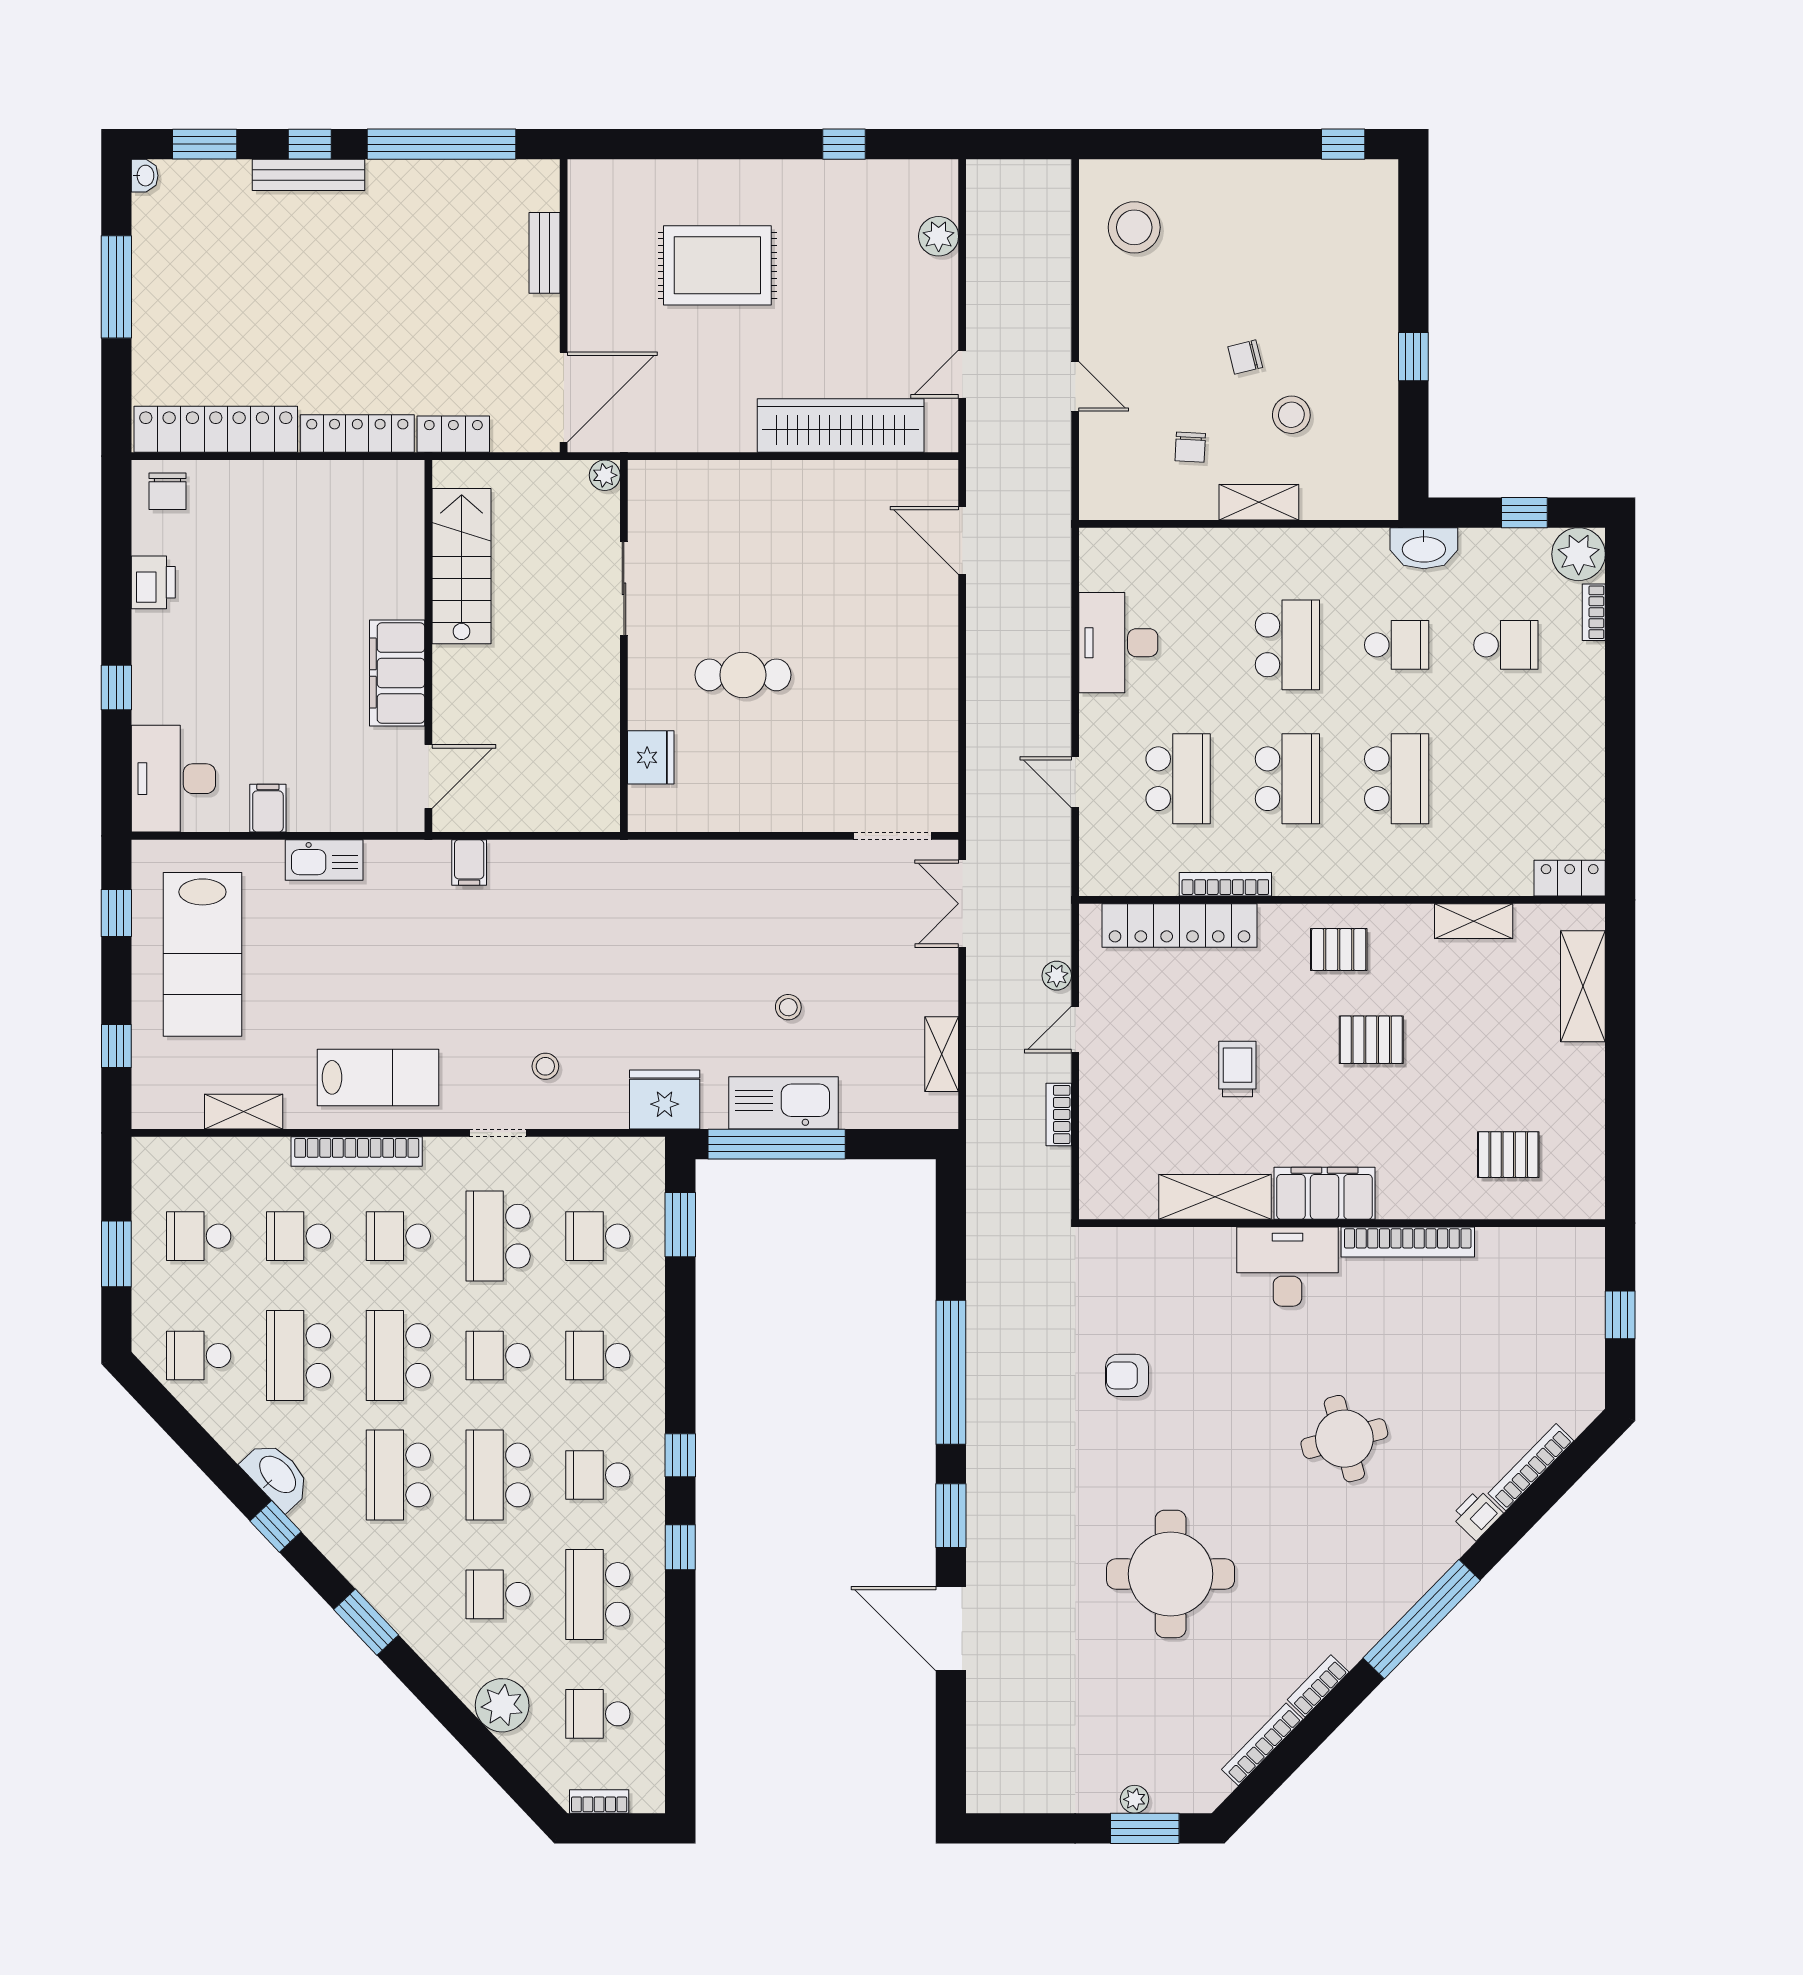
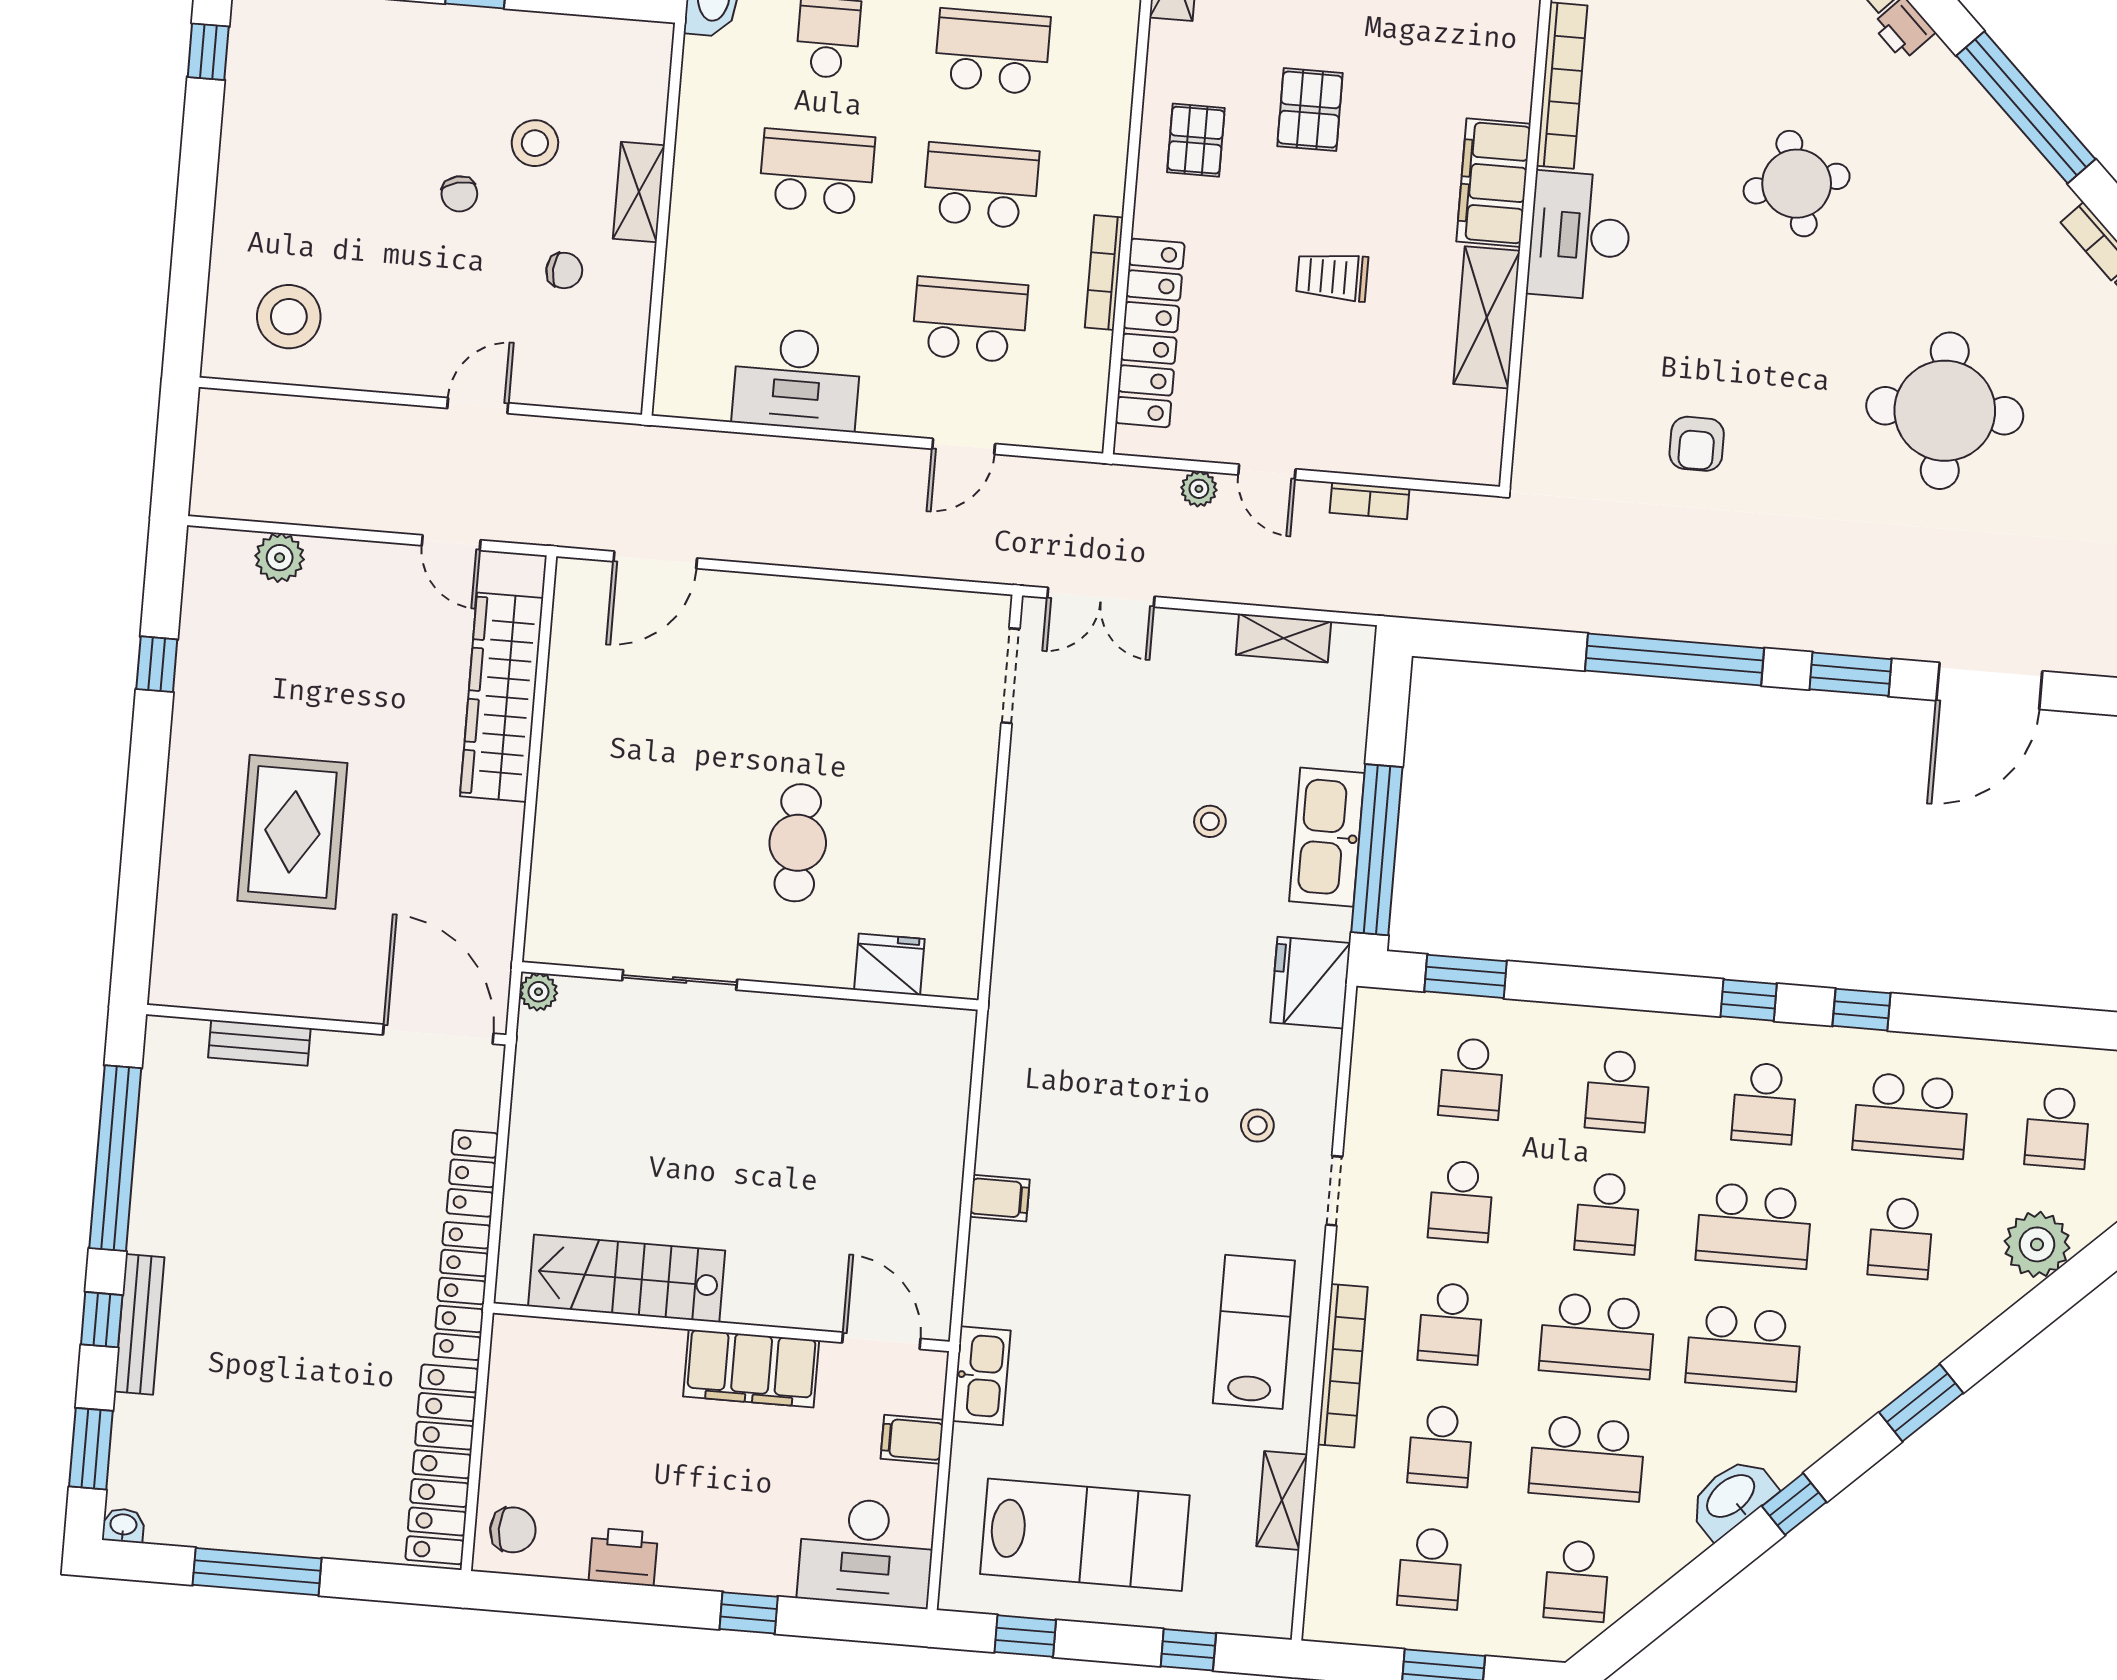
stairs: (462, 566) -> (627, 1278), moved
wall: (428, 646) -> (721, 1327), moved
filing cabinet: (397, 673) -> (751, 1368), moved
door: (428, 777) -> (881, 1341), moved
school desk: (498, 1236) -> (1461, 1201), width x0.54

